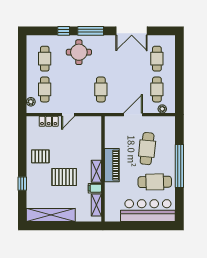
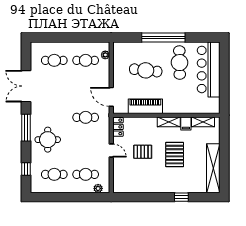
window: (64, 31) -> (26, 169), moved
double door: (132, 31) -> (26, 86), swing flipped
door: (133, 115) -> (111, 97), moved
locker: (49, 121) -> (118, 127), moved
pallet: (40, 156) -> (143, 152), moved, turned 90
piano: (112, 165) -> (145, 106), moved

